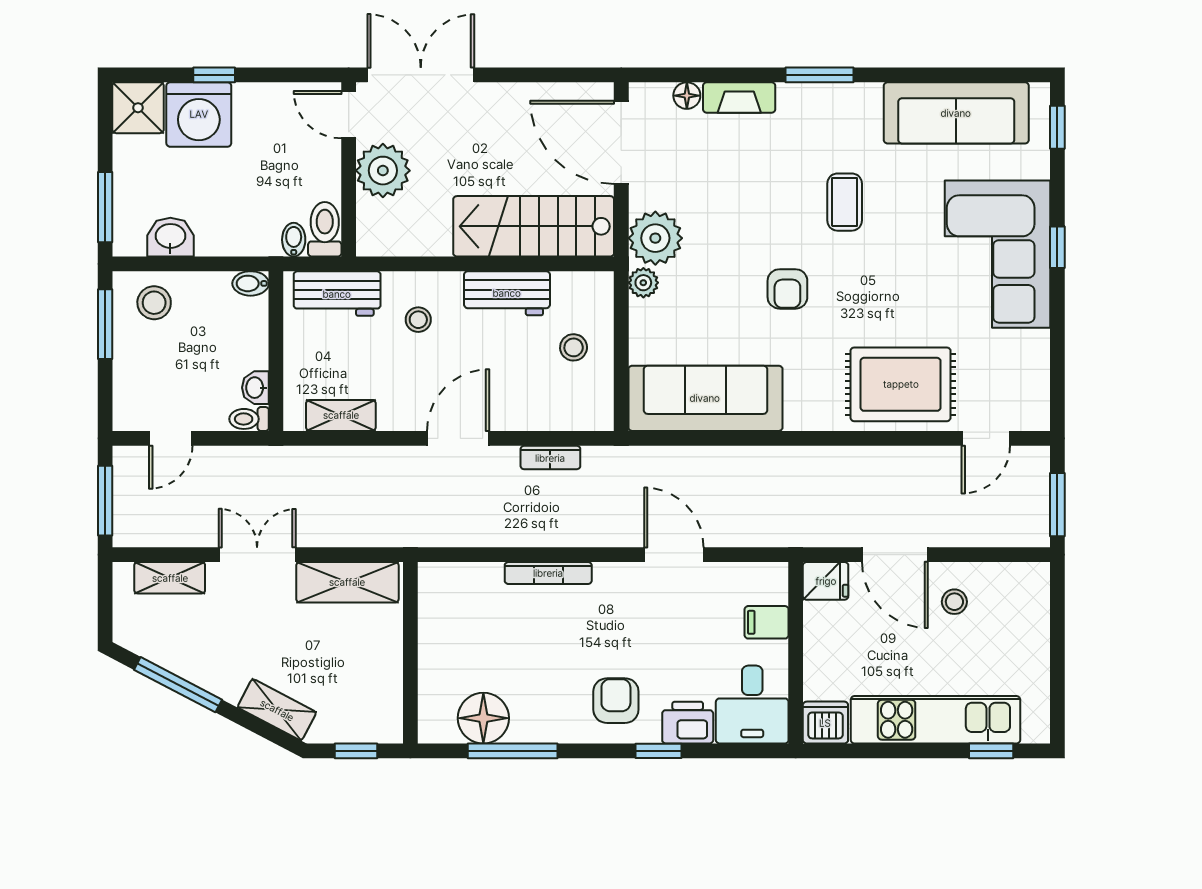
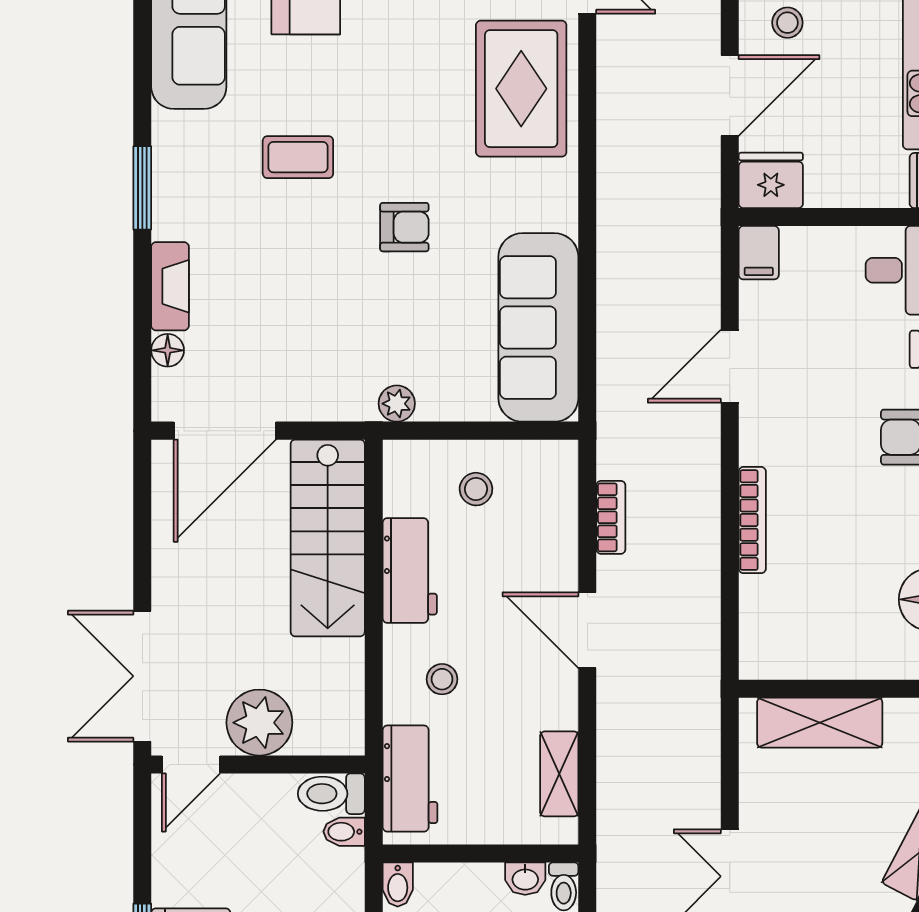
plant: (655, 238) -> (342, 389), removed
fridge: (826, 581) -> (771, 180), width x1.38
shelving: (347, 582) -> (820, 723), moved, turned 90
filing cabinet: (767, 622) -> (759, 253), moved

